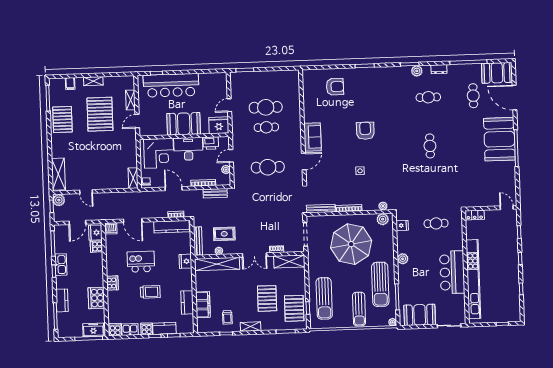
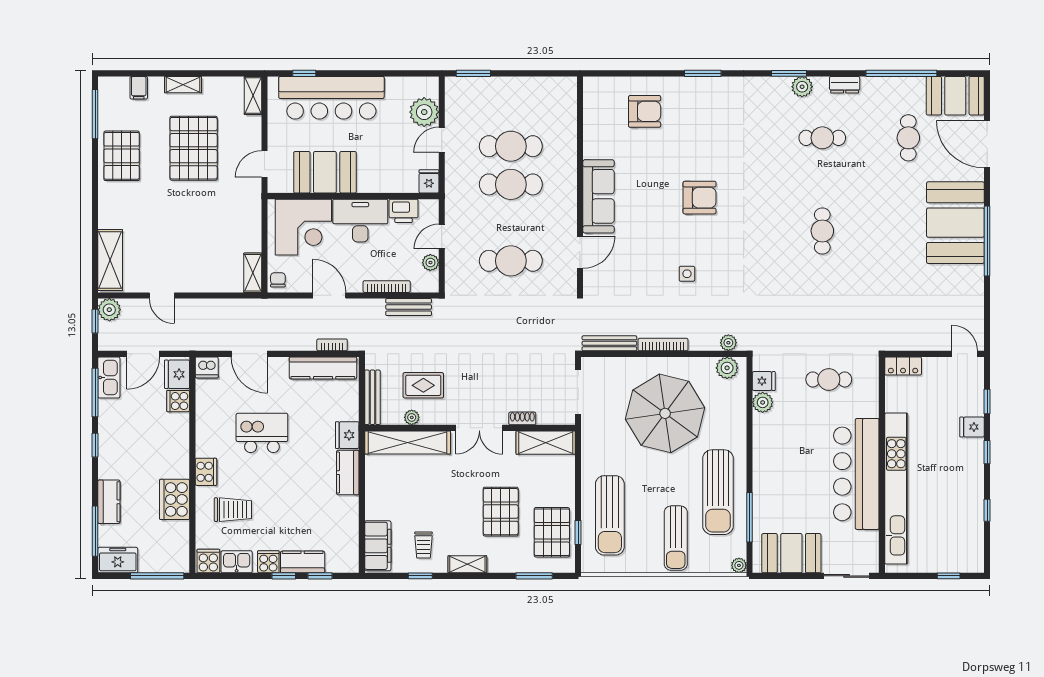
plant: (220, 91) -> (424, 112), added
shelving: (130, 100) -> (253, 95), moved
booth: (184, 124) -> (325, 172), moved
fridge: (219, 125) -> (429, 181), width x0.53, depth x0.75
cafe table: (266, 127) -> (511, 184), width x1.37, depth x1.35
armchair: (365, 131) -> (700, 198), turned 90
sofa: (313, 137) -> (599, 196), width x1.36
fridge: (512, 246) -> (972, 427), added
plant: (403, 259) -> (763, 402), moved
kitchen sink: (61, 265) -> (109, 377), moved
bar counter: (452, 272) -> (856, 474), width x1.36
trolley: (150, 292) -> (233, 510), moved
kitchen counter: (187, 302) -> (348, 473), moved
filing cabinet: (203, 305) -> (378, 546), moved
freezer: (93, 330) -> (118, 560), moved

